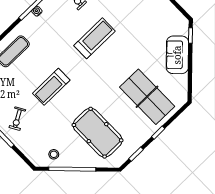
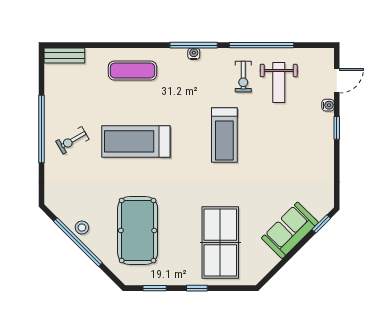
treadmill: (94, 38) -> (224, 135), turned 90
treadmill: (51, 87) -> (136, 141), width x1.37, depth x1.38
stool: (54, 154) -> (82, 228), moved

